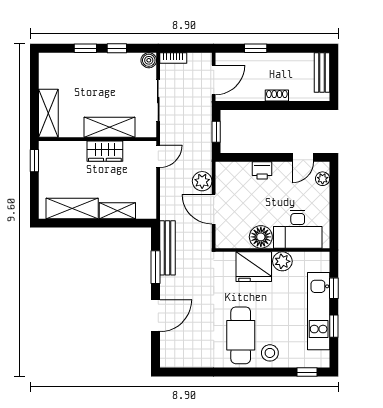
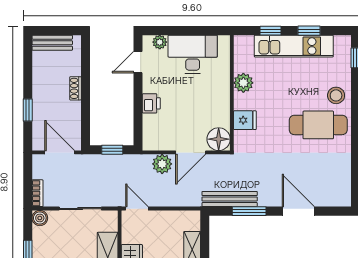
door: (303, 157) -> (138, 62), swing flipped
desk: (298, 229) -> (193, 54), moved, turned -90
floor lamp: (261, 237) -> (219, 139), moved
fridge: (254, 267) -> (245, 120), width x0.53, depth x0.75

